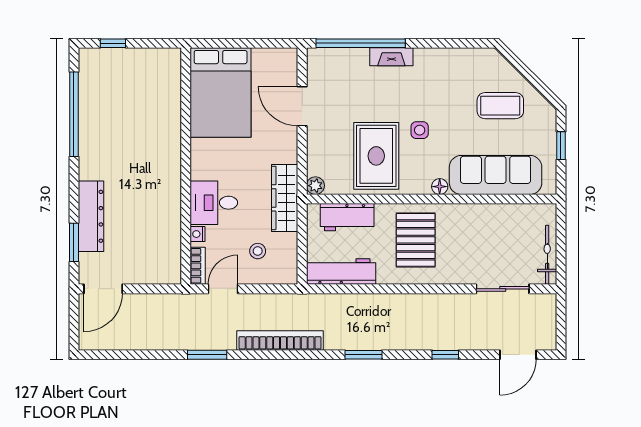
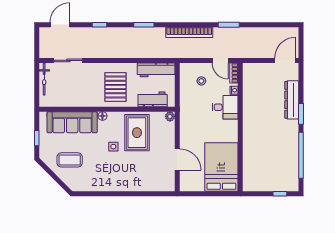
window: (361, 43) -> (145, 194), removed
fireplace: (391, 57) -> (129, 186), removed
wardrobe: (285, 198) -> (187, 110), removed
window: (74, 242) -> (301, 114), moved
door: (223, 289) -> (220, 60), hinge flipped

